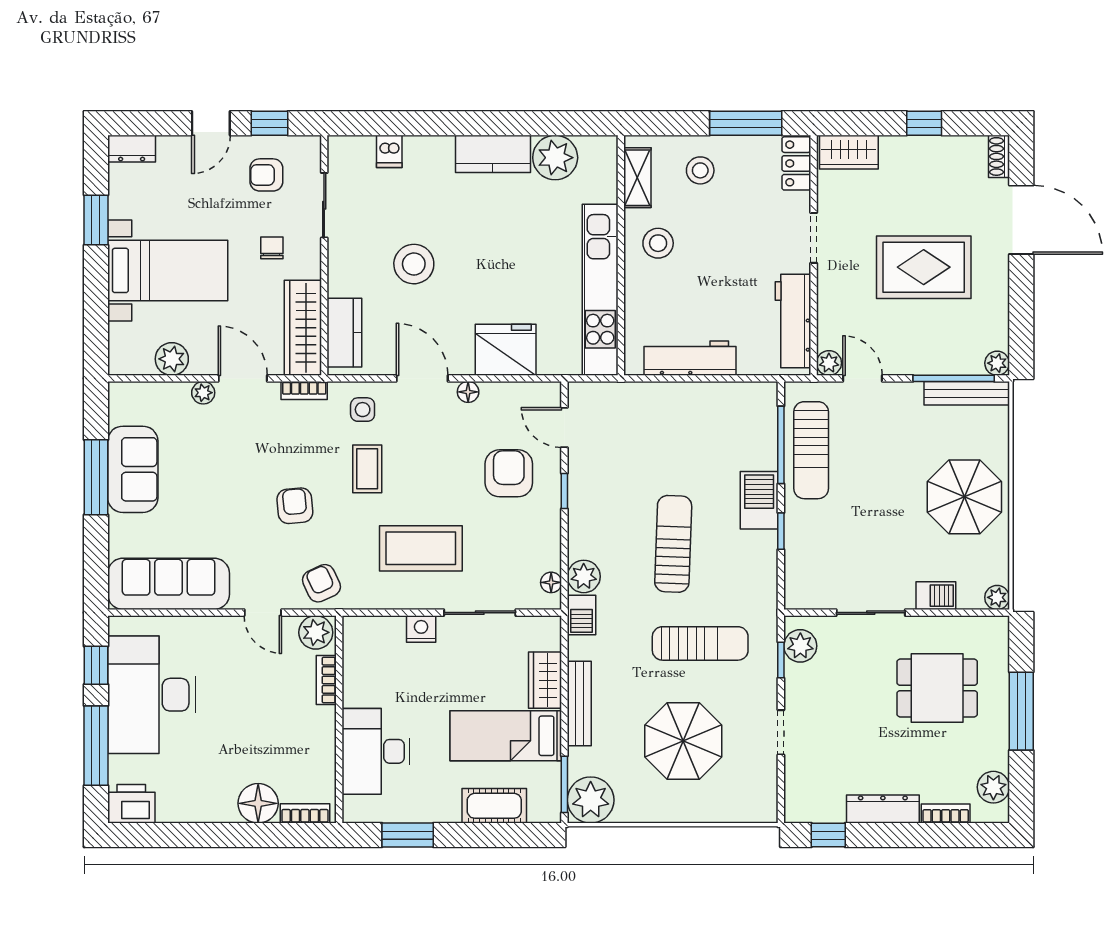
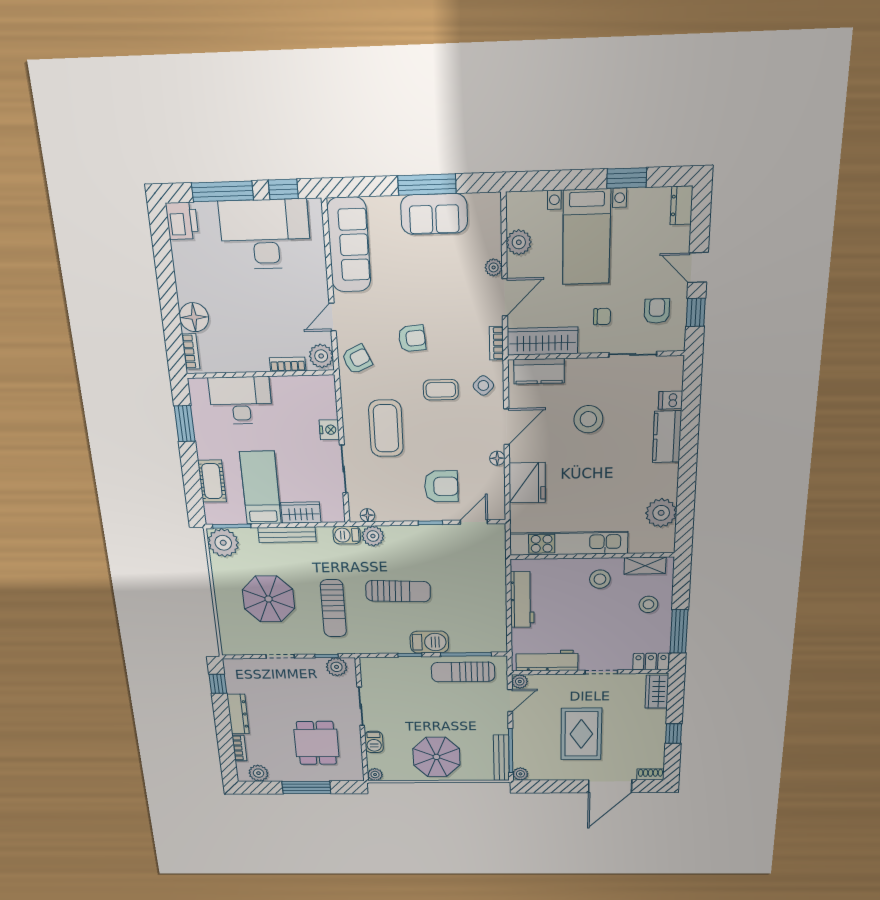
kitchen counter: (493, 154) -> (667, 437), moved
side table: (363, 410) -> (483, 385), turned 45

